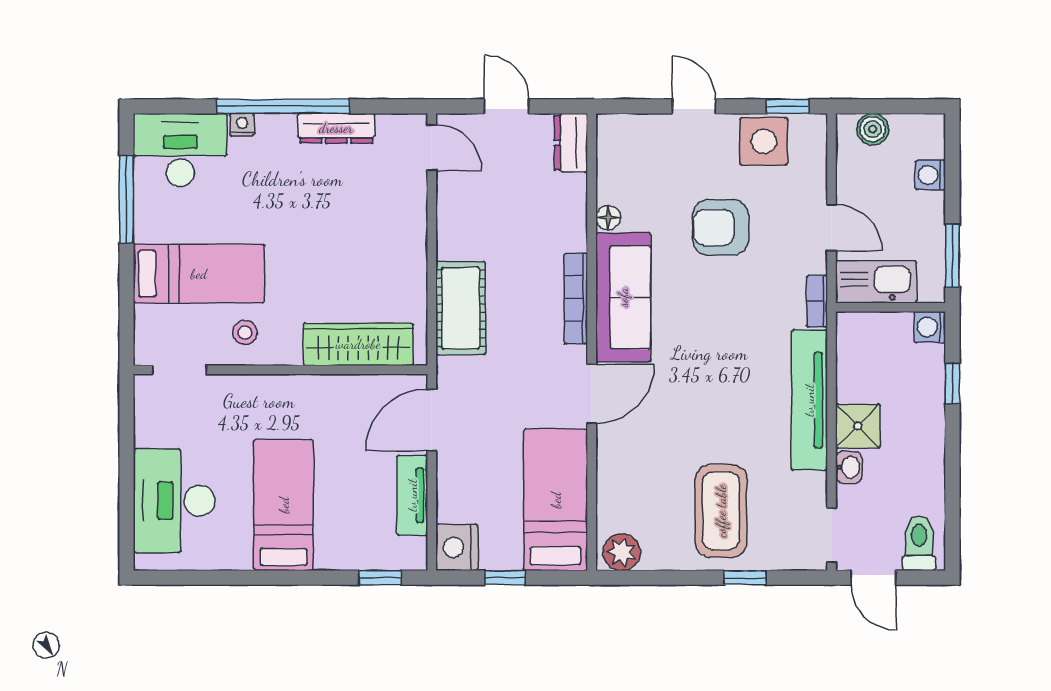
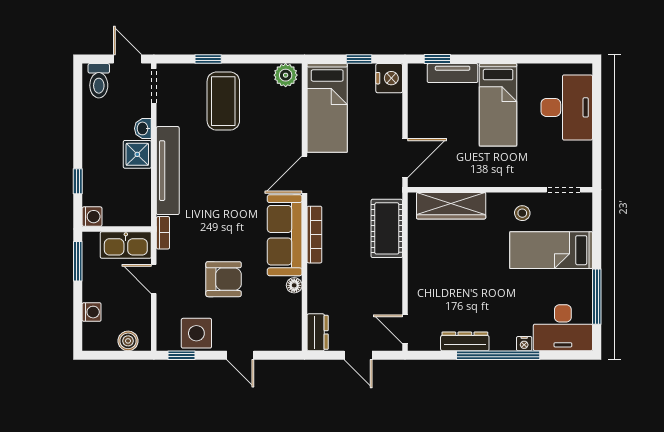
tv unit: (412, 495) -> (453, 73), moved, turned 90

